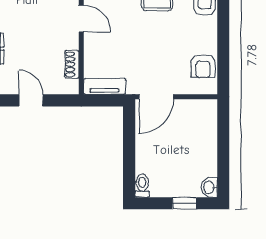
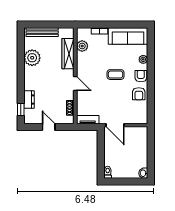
armchair: (203, 66) -> (139, 94), moved
door: (156, 97) -> (115, 125), hinge flipped
window: (185, 203) -> (130, 182), removed

